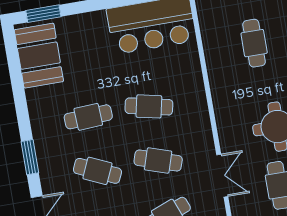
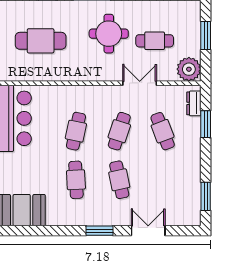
cafe table: (254, 43) -> (41, 41), width x1.37, depth x1.35
cafe table: (97, 171) -> (119, 180), turned -36

